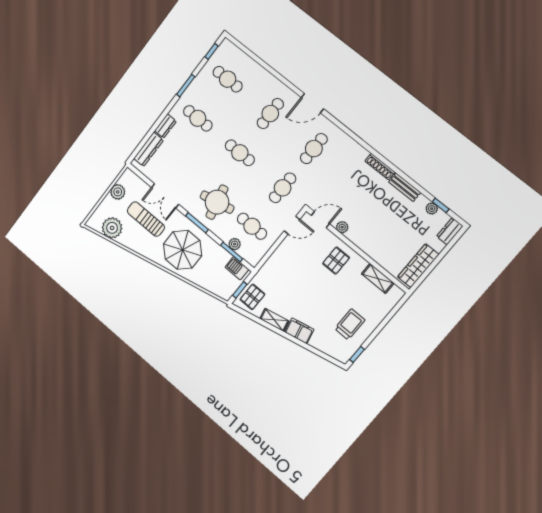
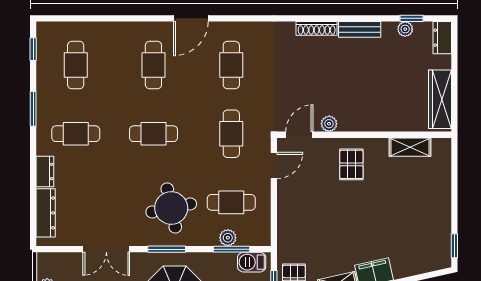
cafe table: (228, 79) -> (76, 65), turned 90
trolley: (350, 324) -> (421, 220), removed

